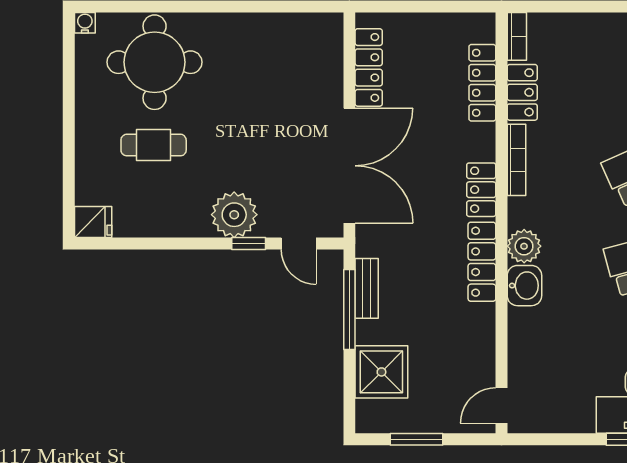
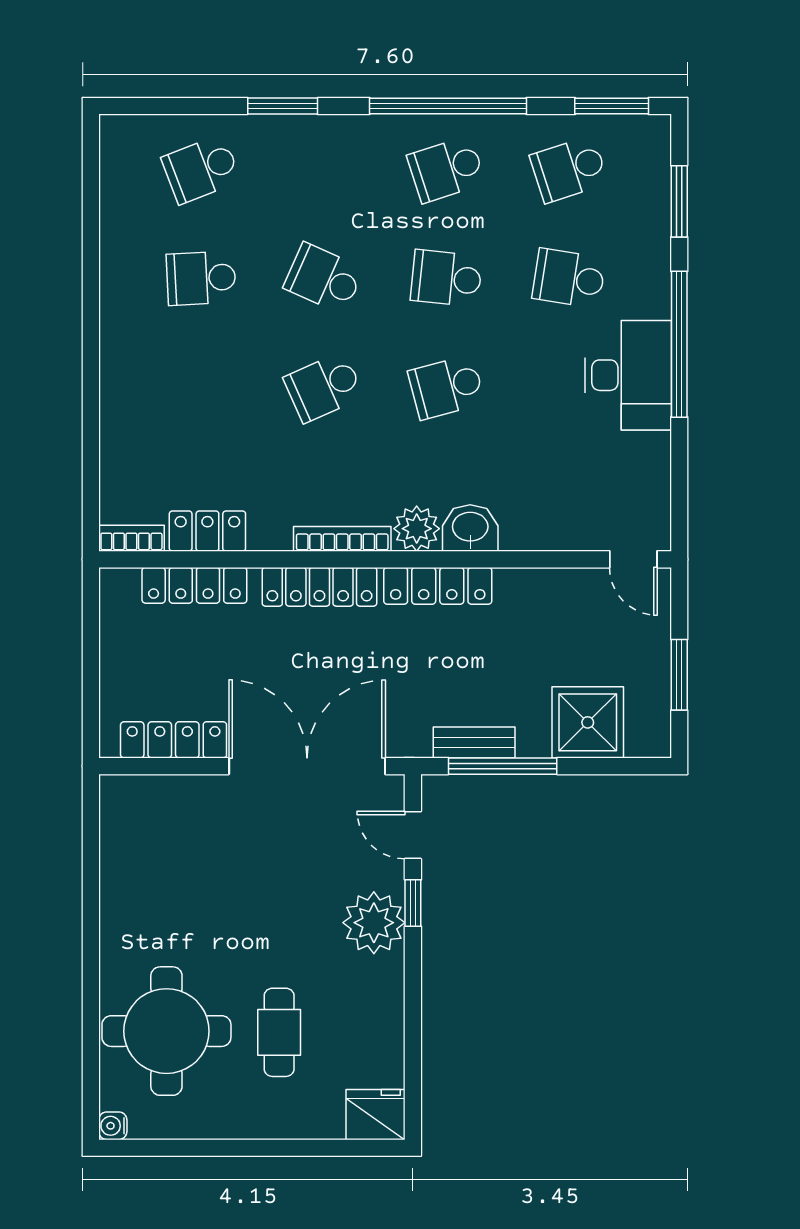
bookcase: (516, 160) -> (342, 539), moved
locker: (481, 190) -> (319, 587), width x1.53
fridge: (93, 222) -> (376, 1115), width x1.38
door: (299, 243) -> (413, 835), swing flipped

